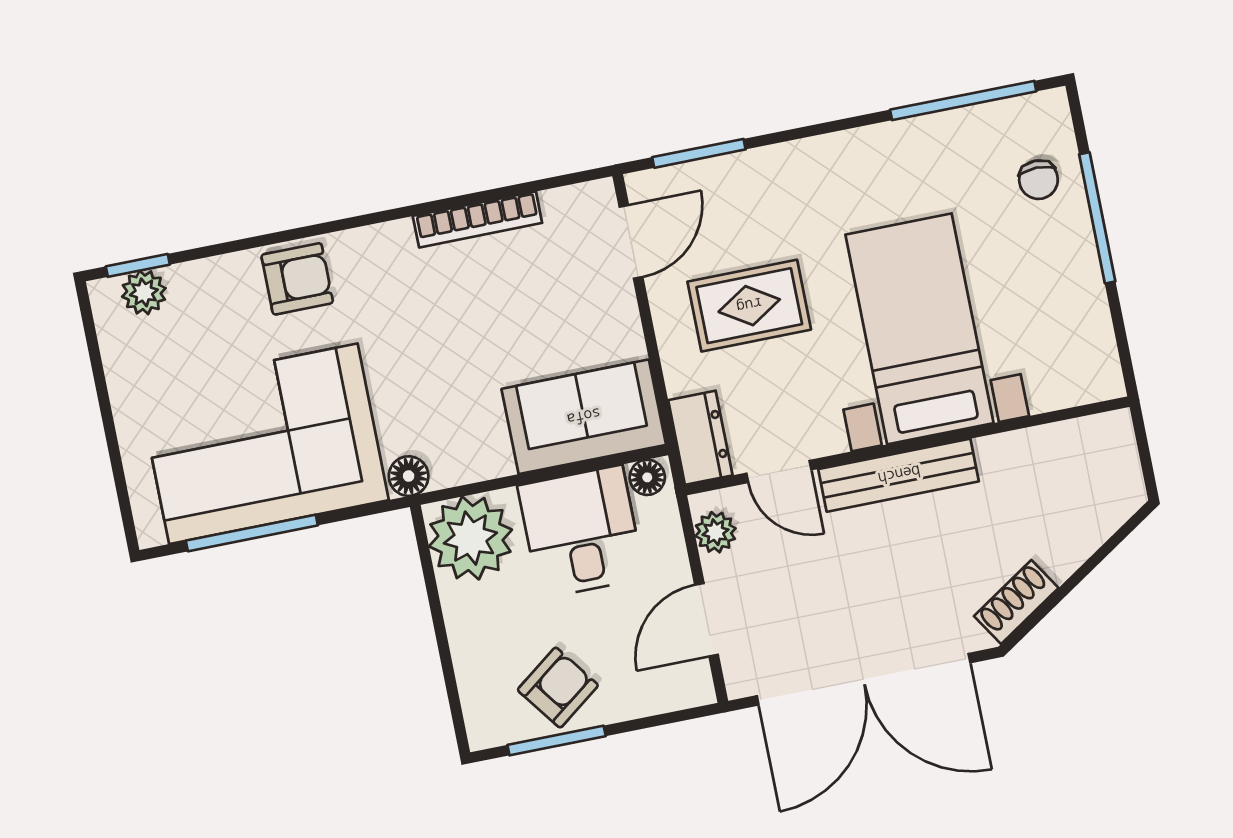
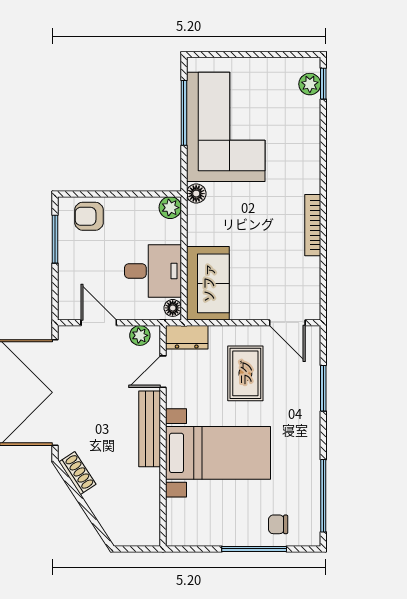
window: (699, 153) -> (323, 388), moved
bookcase: (477, 219) -> (313, 225), moved
armchair: (297, 279) -> (302, 159), removed
plant: (470, 538) -> (170, 208), width x0.53, depth x0.53
armchair: (558, 688) -> (89, 216), moved, turned 127

